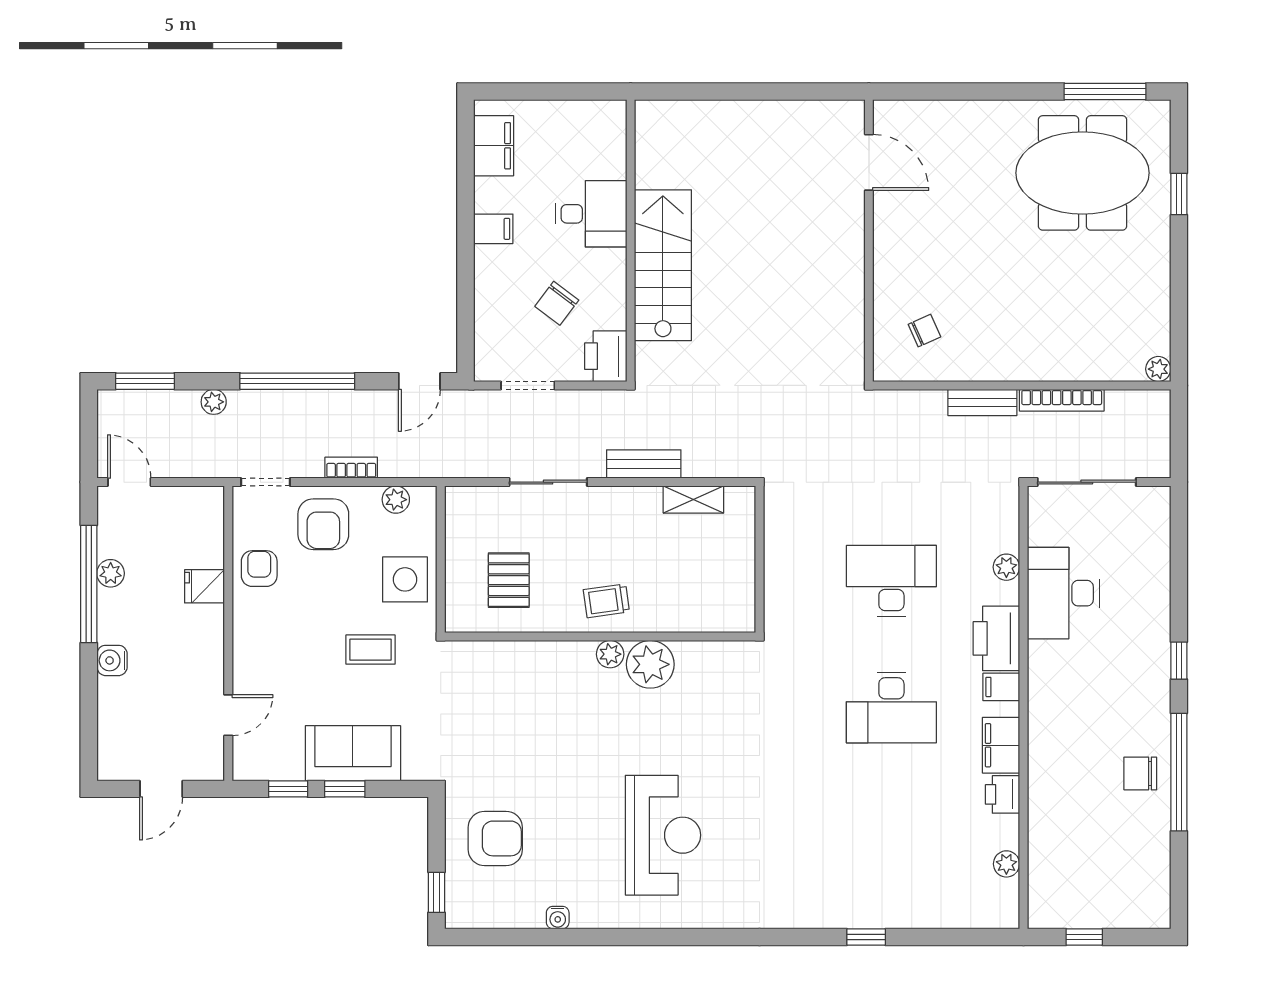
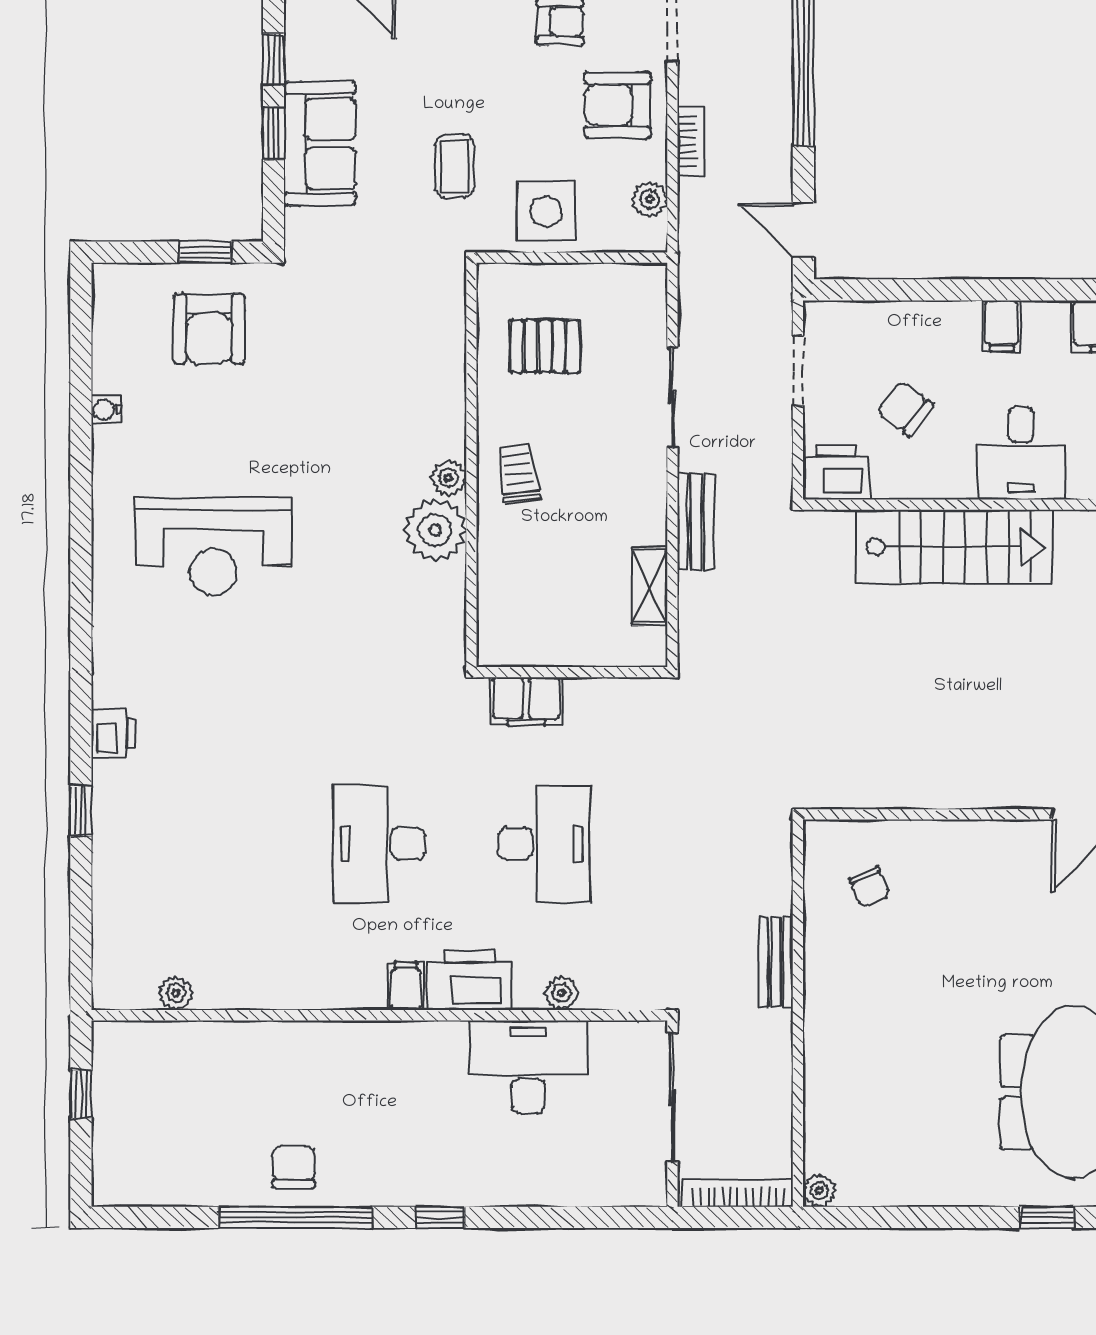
bookcase: (1062, 400) -> (738, 1193), moved, turned 90
filing cabinet: (1001, 745) -> (526, 701), moved, turned 180
printer: (1002, 794) -> (114, 733), moved, turned 90
window: (436, 892) -> (205, 252), moved

